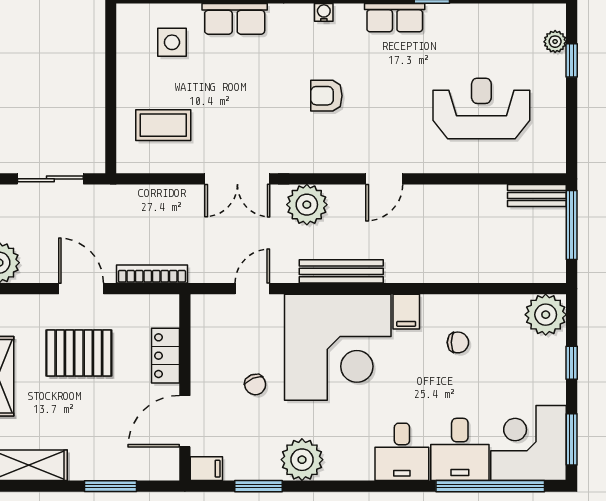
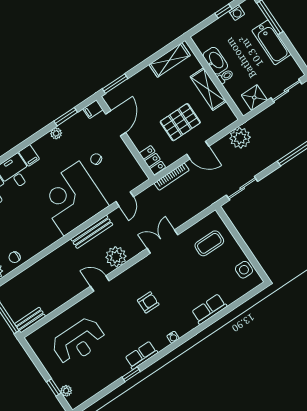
side table: (172, 42) -> (244, 270), moved
door: (384, 179) -> (100, 283), hinge flipped
plant: (307, 205) -> (116, 257), moved
filing cabinet: (406, 312) -> (29, 155), moved, turned 180
chair: (458, 342) -> (15, 257), moved
locker: (165, 356) -> (152, 160), moved
plant: (302, 460) -> (56, 133), width x0.53, depth x0.53
window: (111, 486) -> (115, 84), moved

